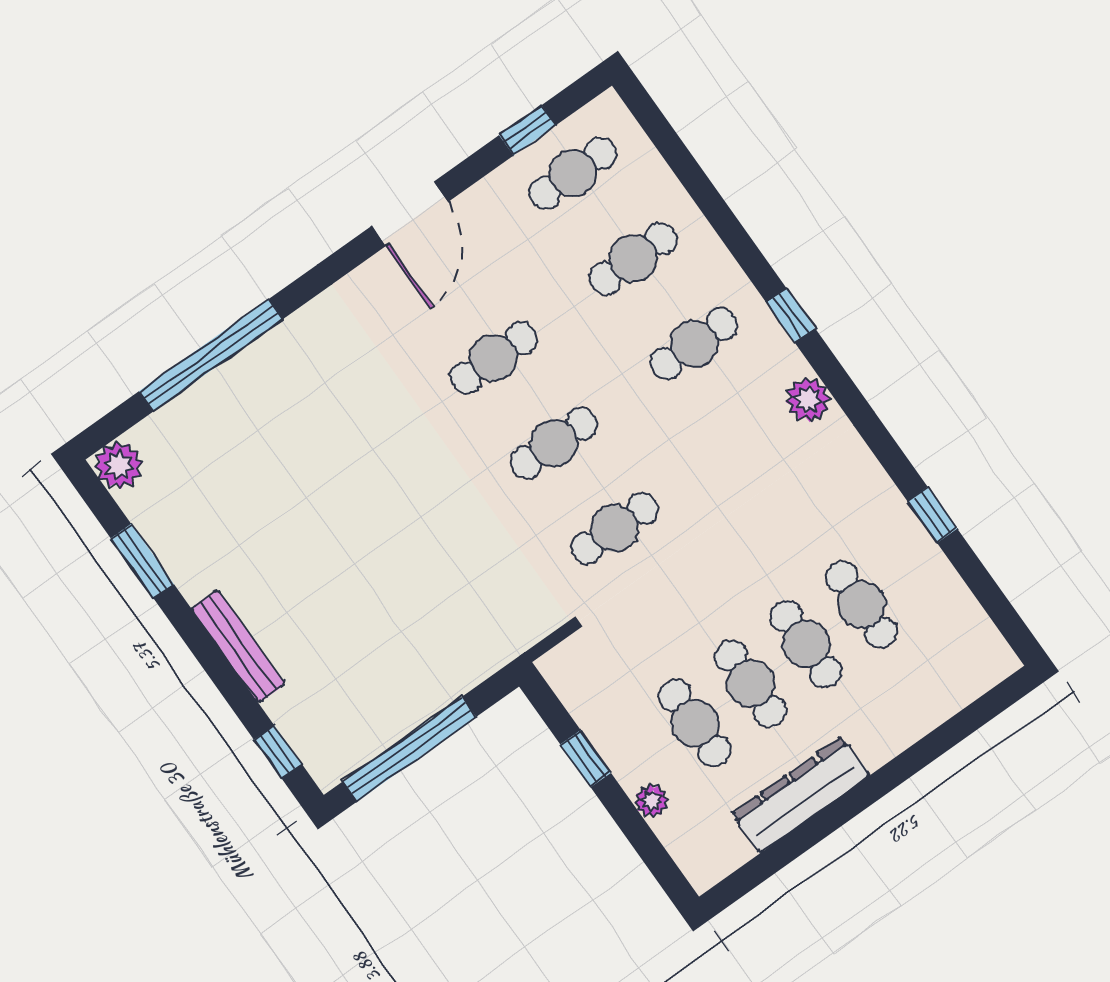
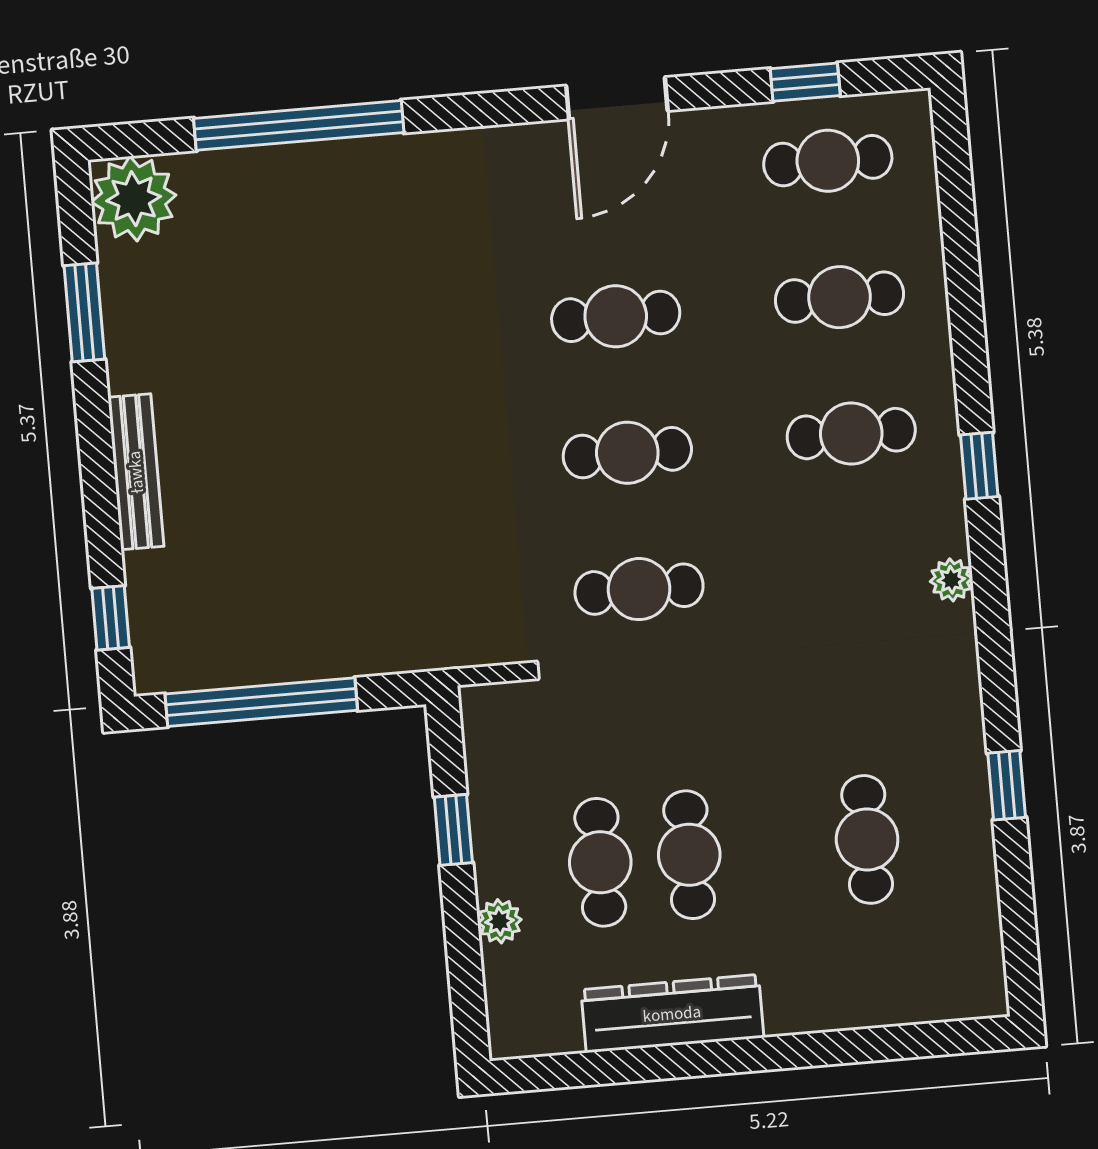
plant: (808, 400) -> (951, 580), width x0.73, depth x0.73
plant: (119, 465) -> (134, 199), width x1.36, depth x1.36
cafe table: (806, 644) -> (778, 847), removed

